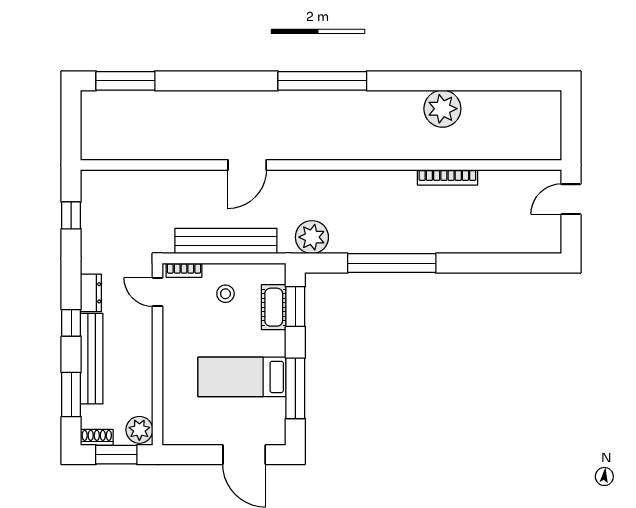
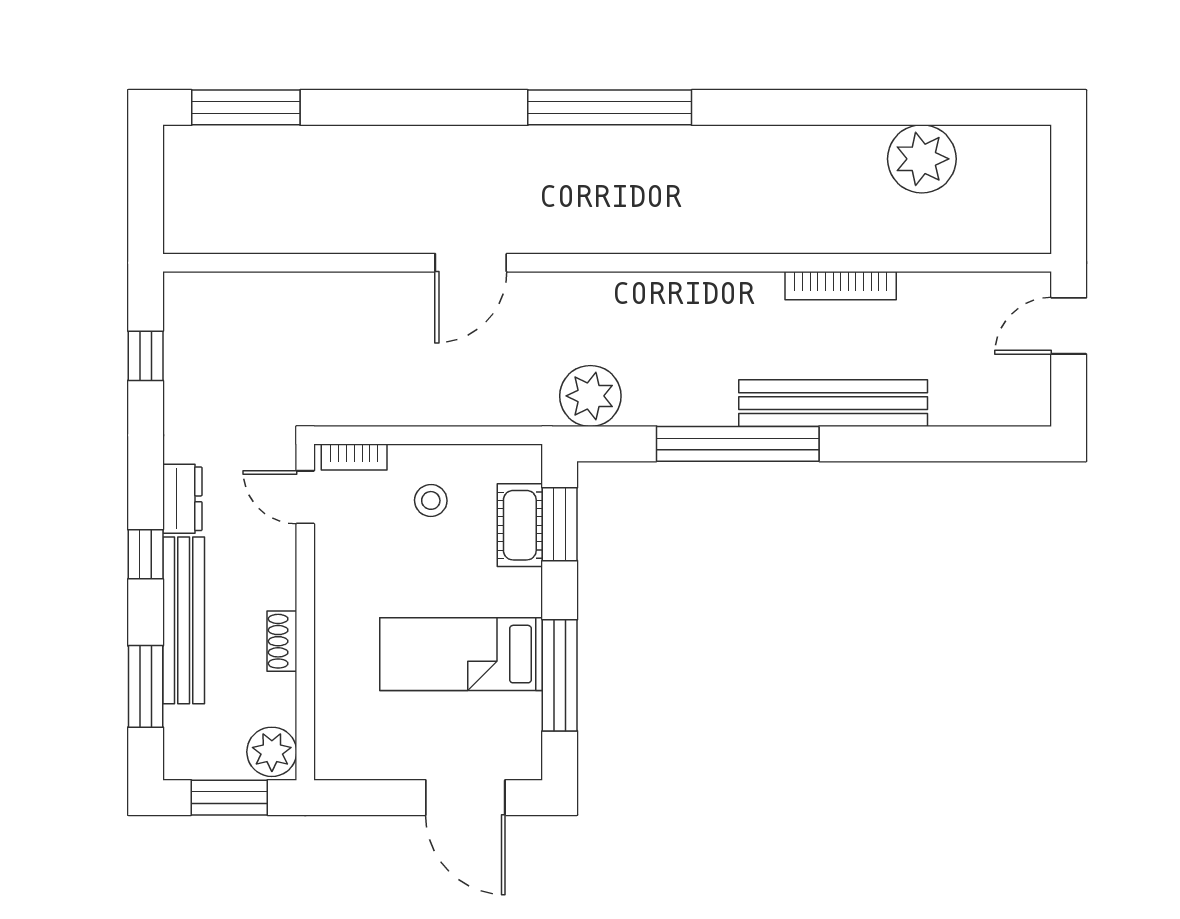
plant: (442, 109) -> (922, 159), moved
bench: (226, 241) -> (833, 403), moved
shoe rack: (97, 437) -> (282, 641), moved, turned -90

